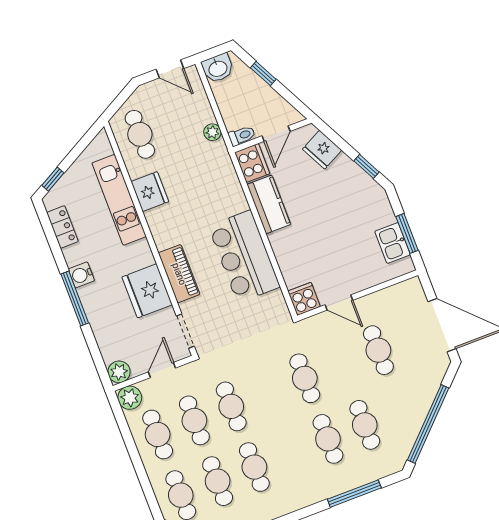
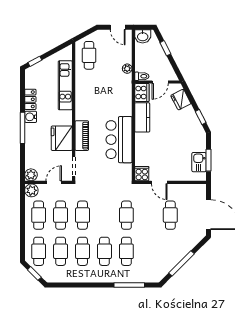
fridge: (150, 192) -> (83, 87), removed
locker: (62, 227) -> (30, 99), moved
window: (428, 424) -> (182, 263), width x0.68
cafe table: (365, 425) -> (104, 251), moved

